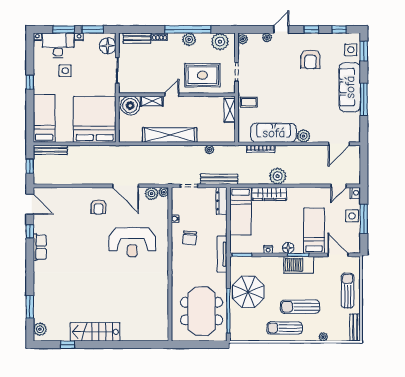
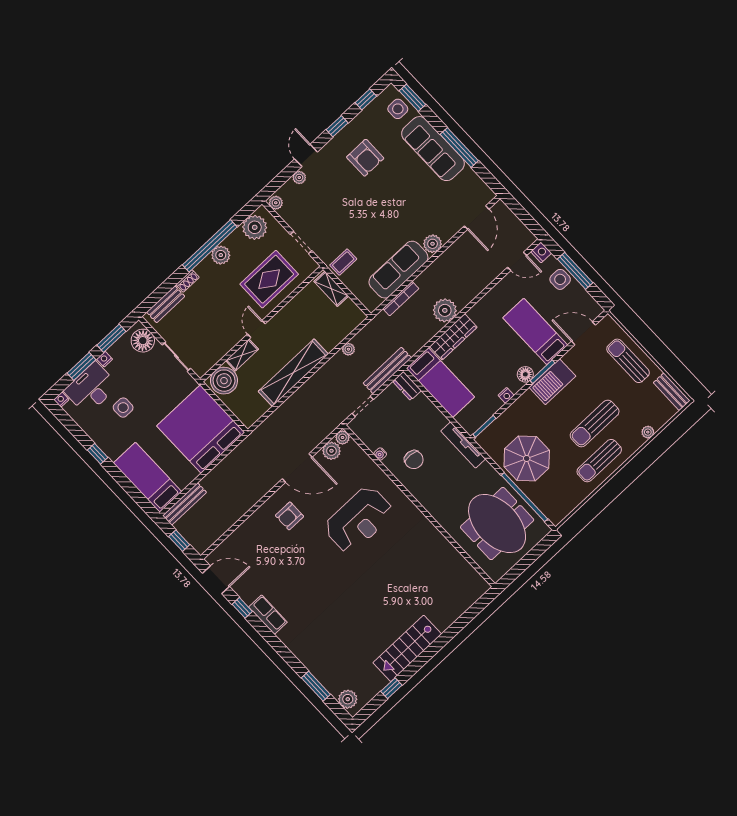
door: (339, 186) -> (517, 261), hinge flipped
dresser: (222, 201) -> (407, 386), width x0.70
armchair: (98, 207) -> (289, 516), turned 90

